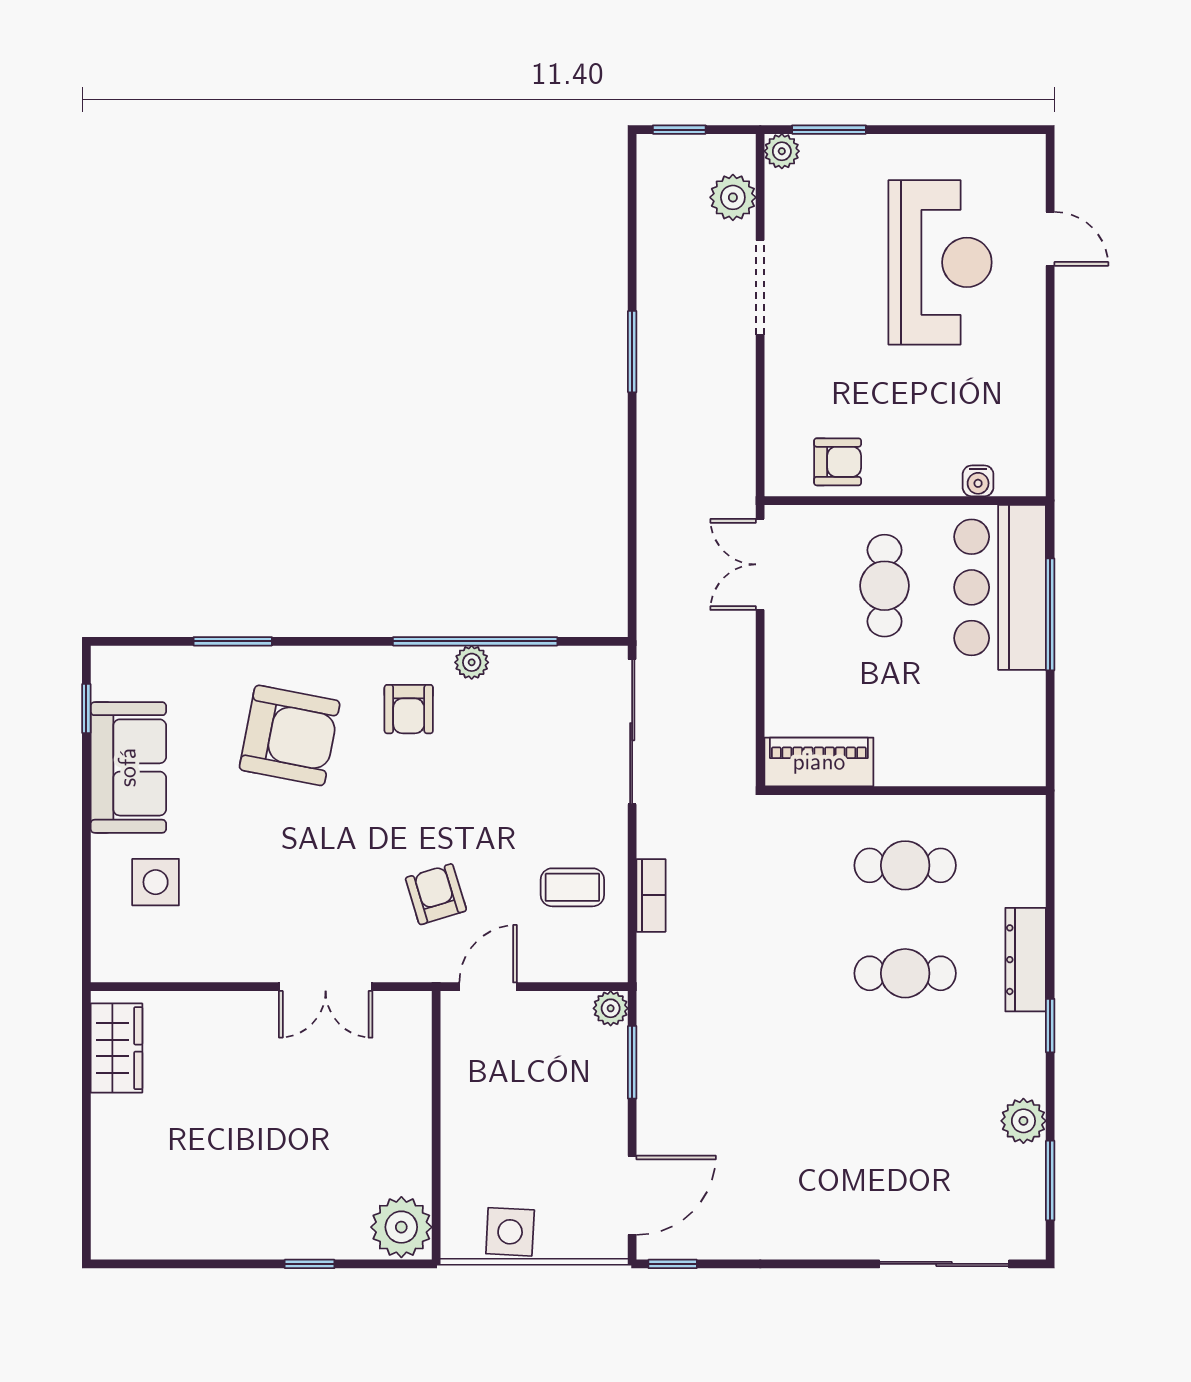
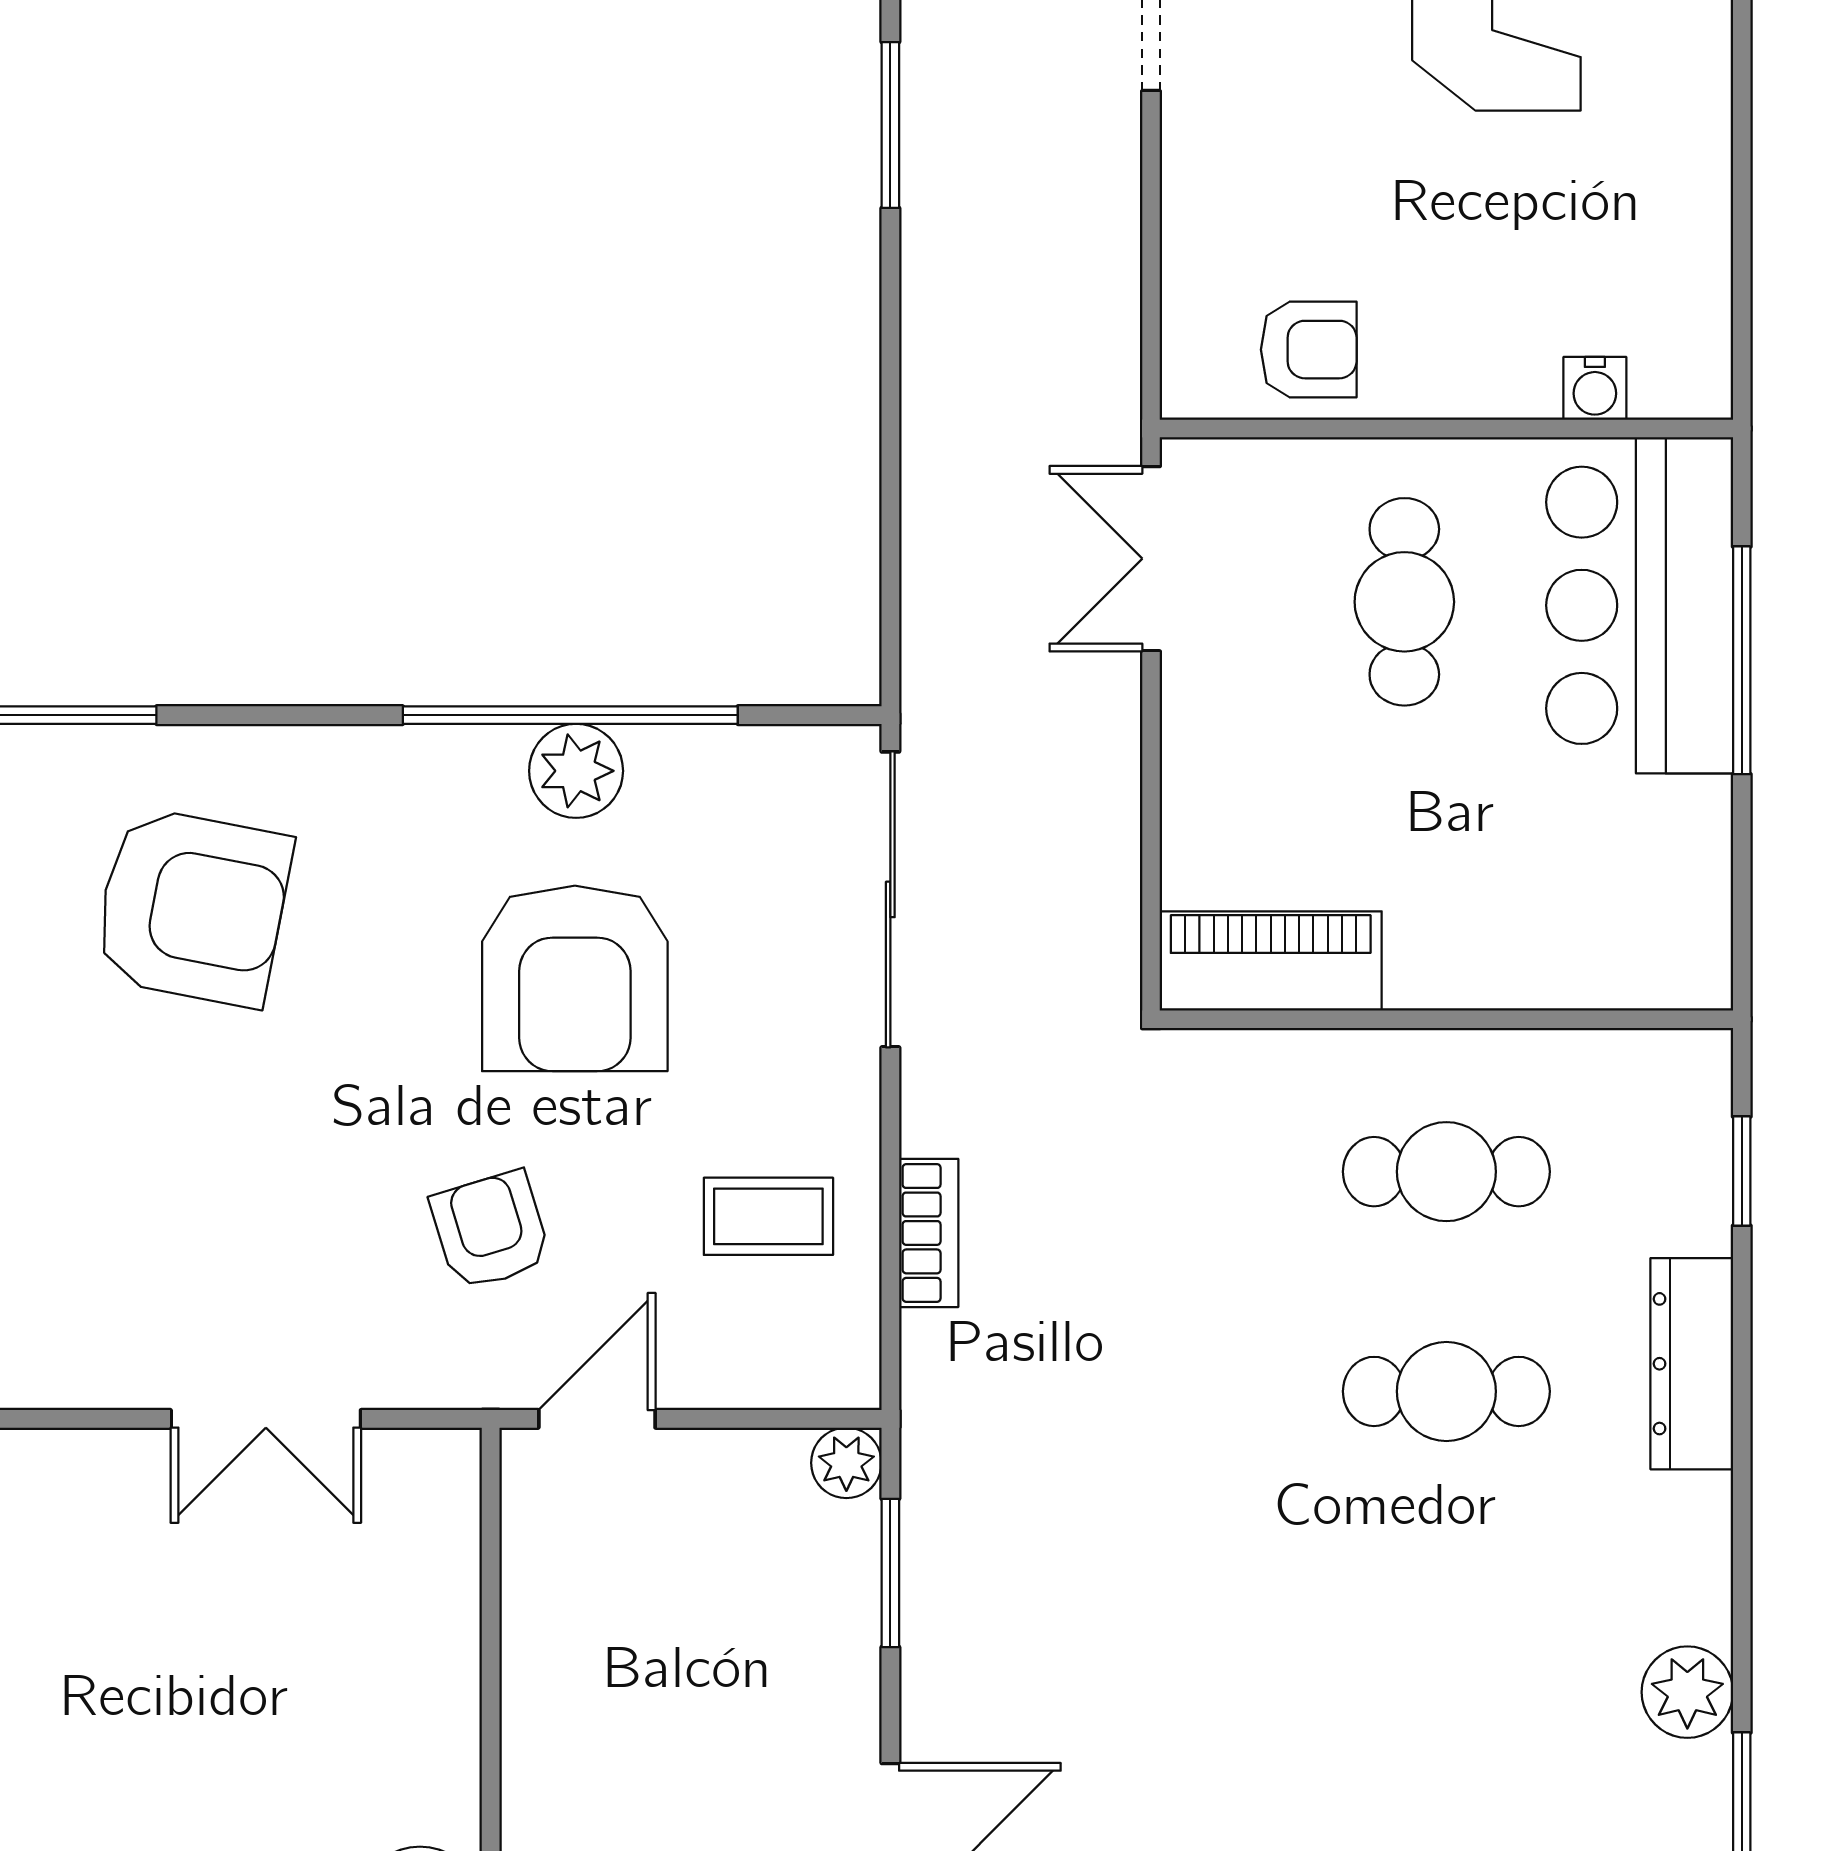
plant: (472, 662) -> (576, 771), width x1.38, depth x1.38
armchair: (409, 709) -> (575, 978), moved, width x1.88, depth x1.88
window: (1050, 1026) -> (1742, 1171), moved

